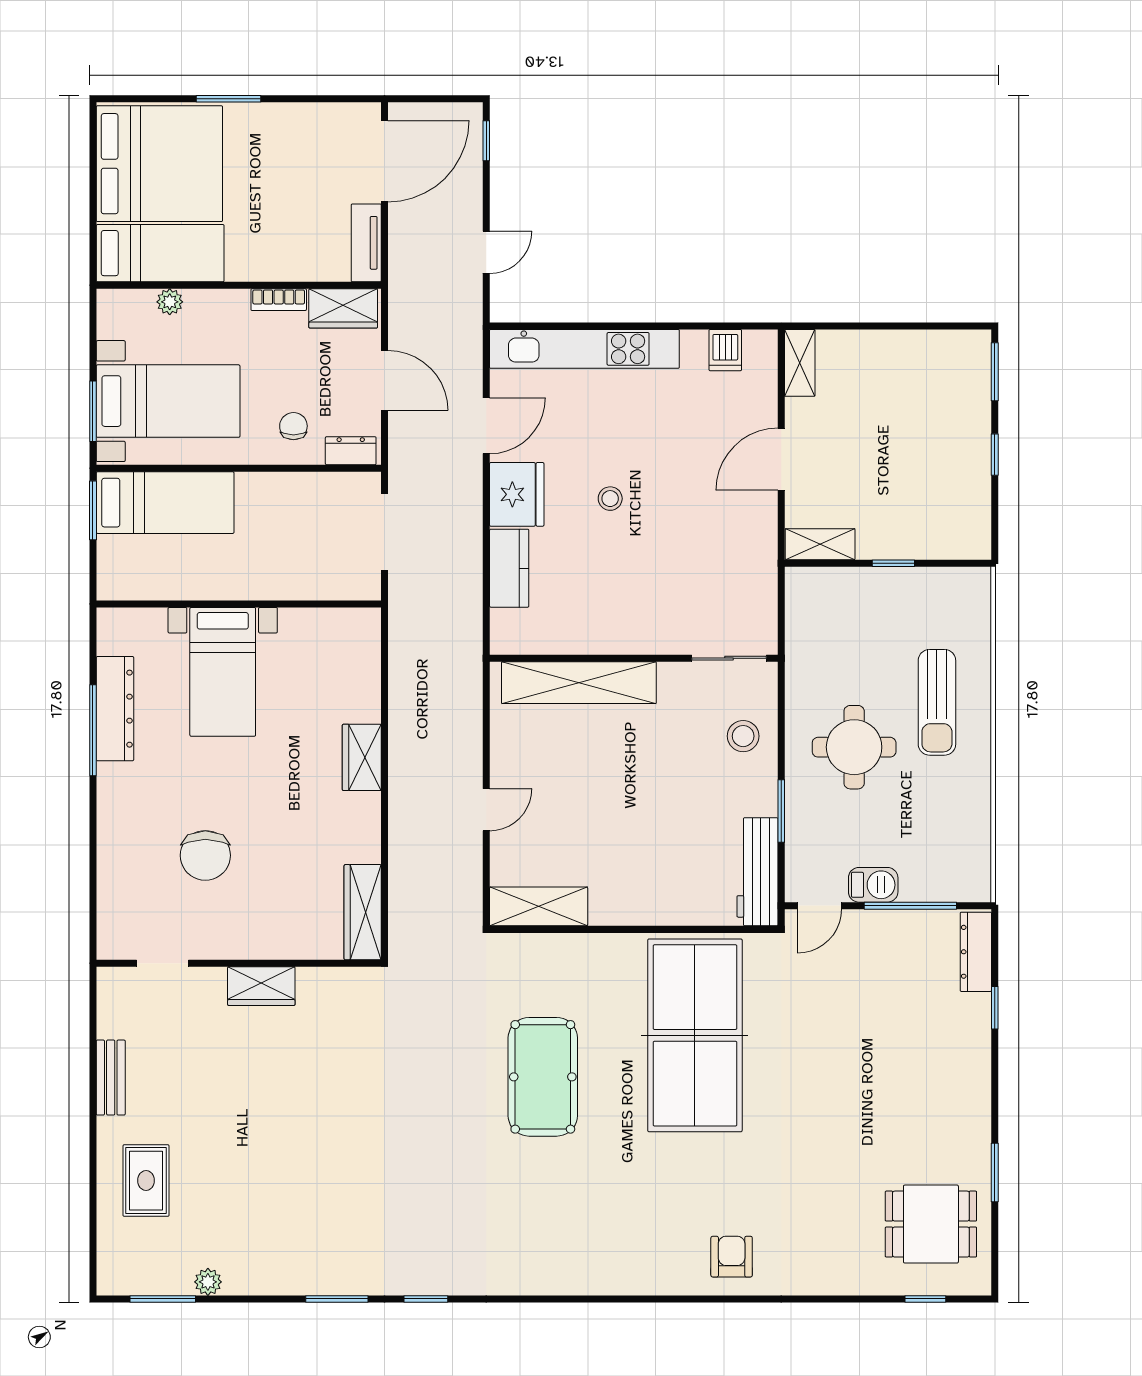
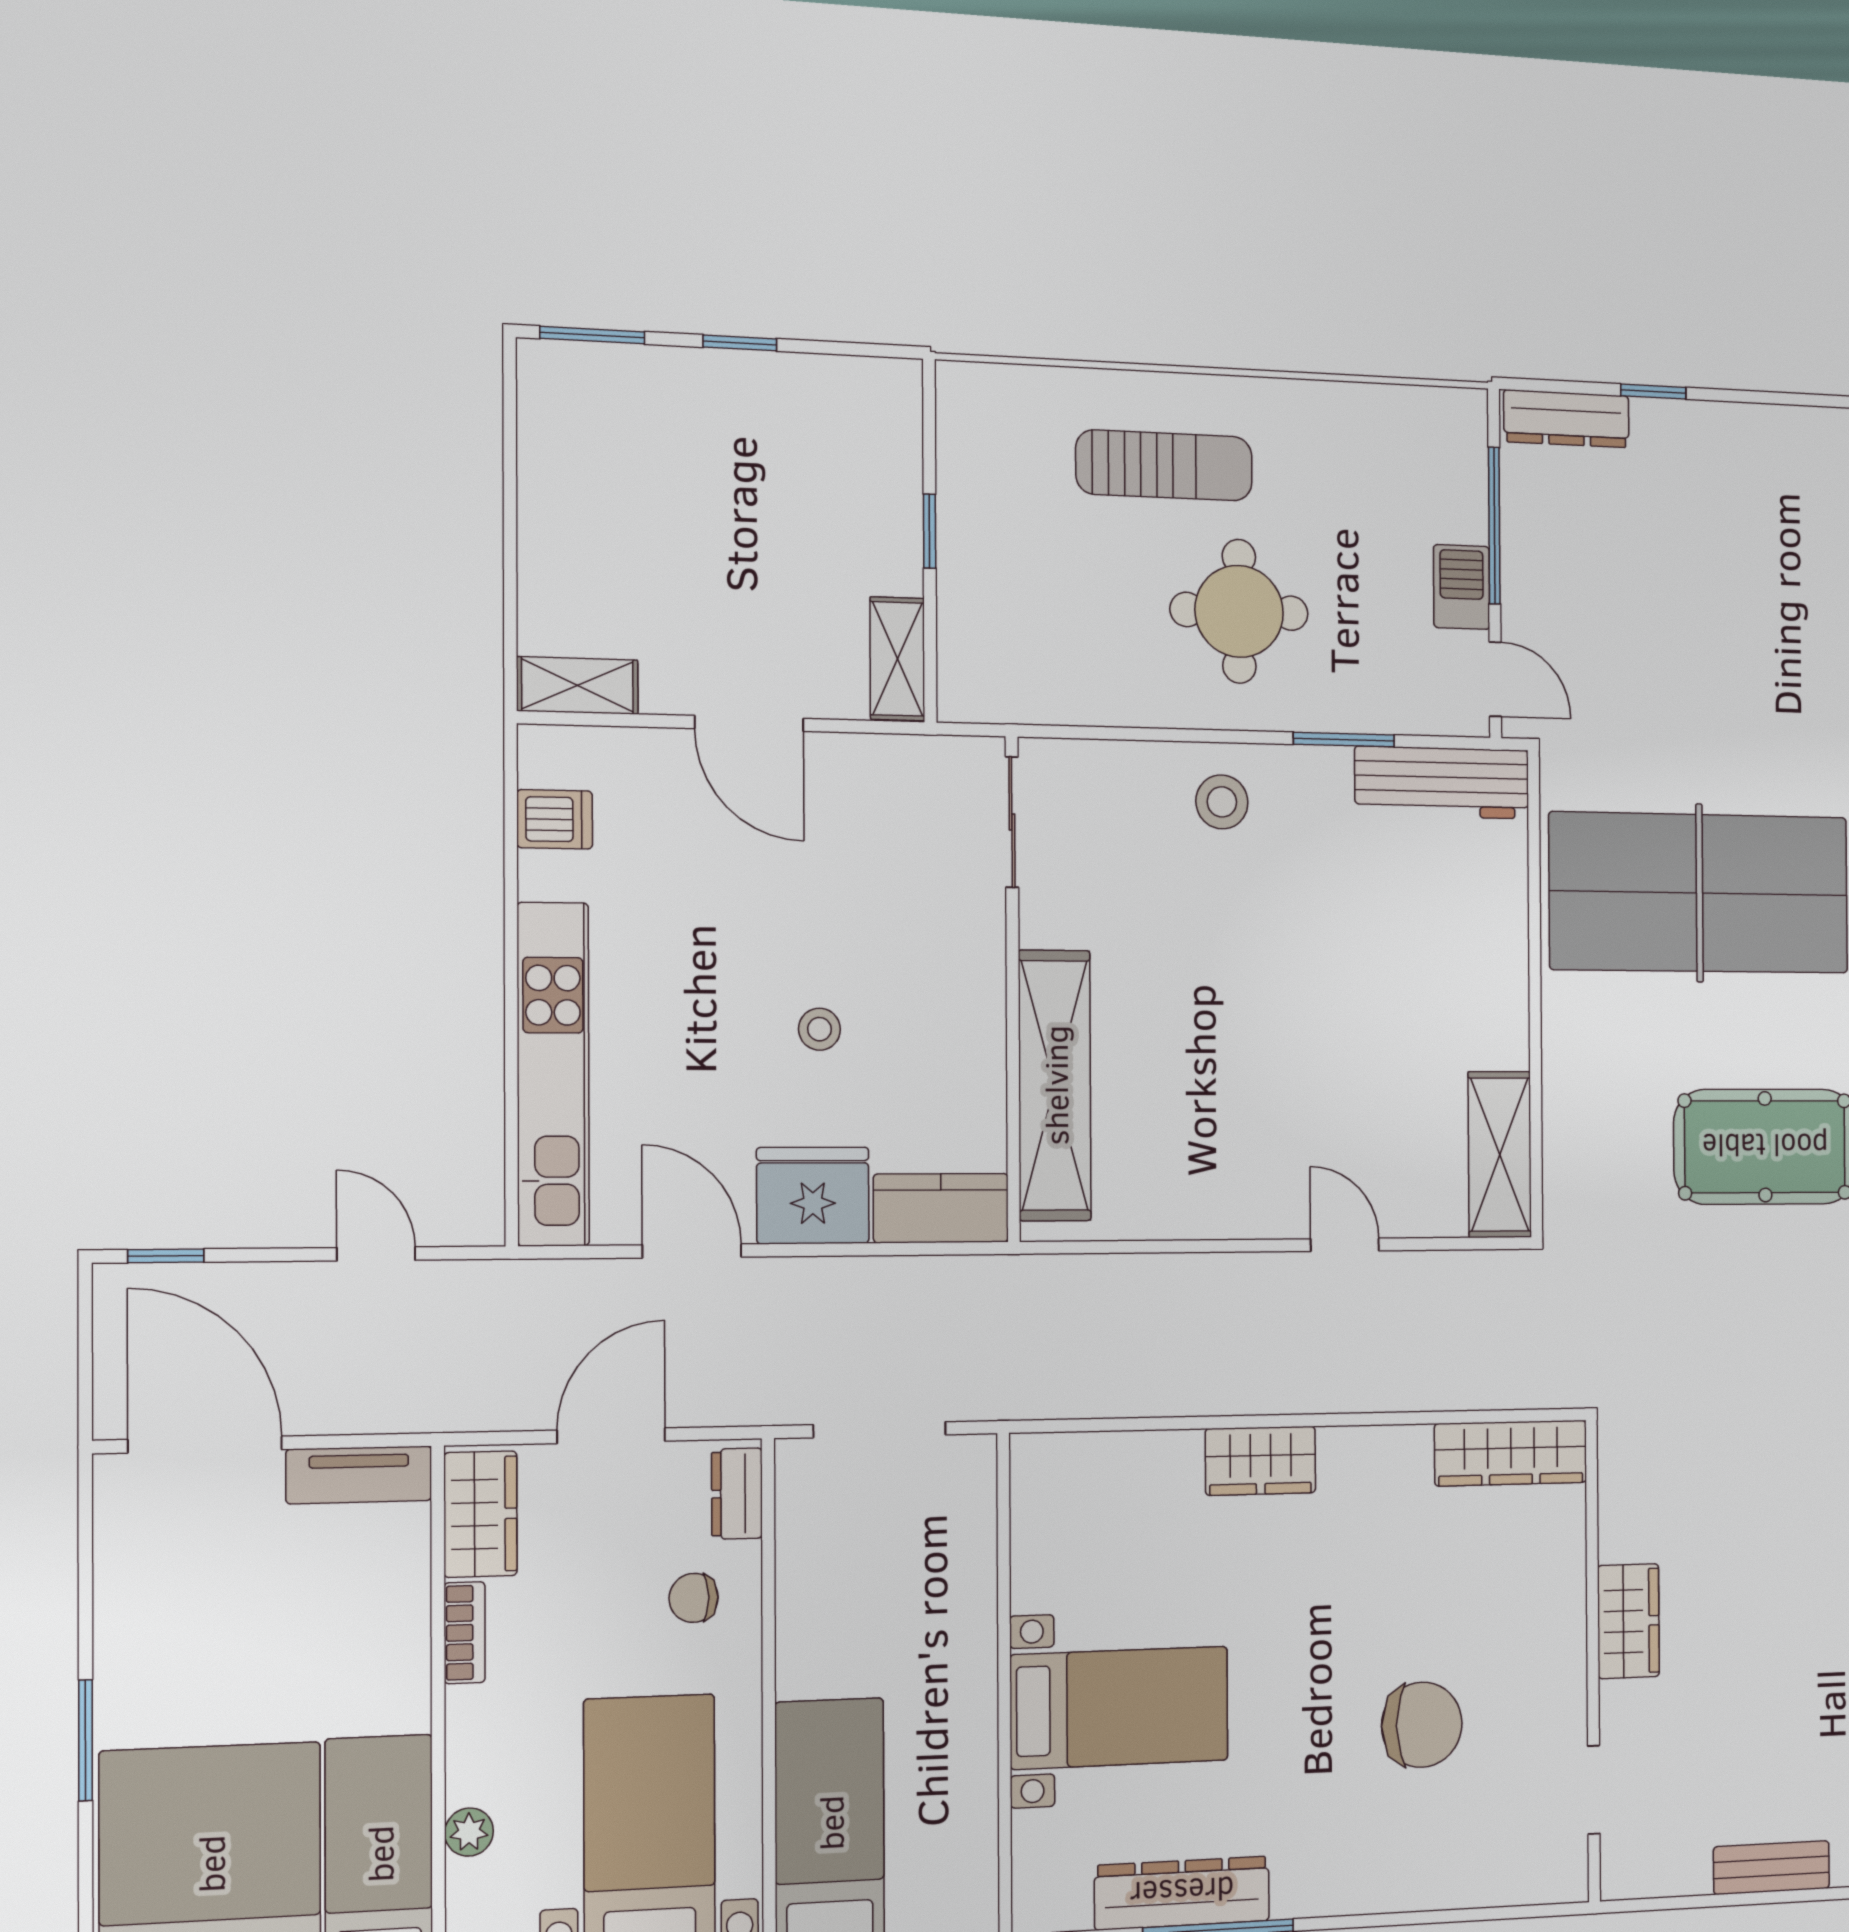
wall: (634, 658) -> (1013, 989), moved
sliding door: (729, 658) -> (1012, 822), moved
shelving: (579, 683) -> (1055, 1085), moved

